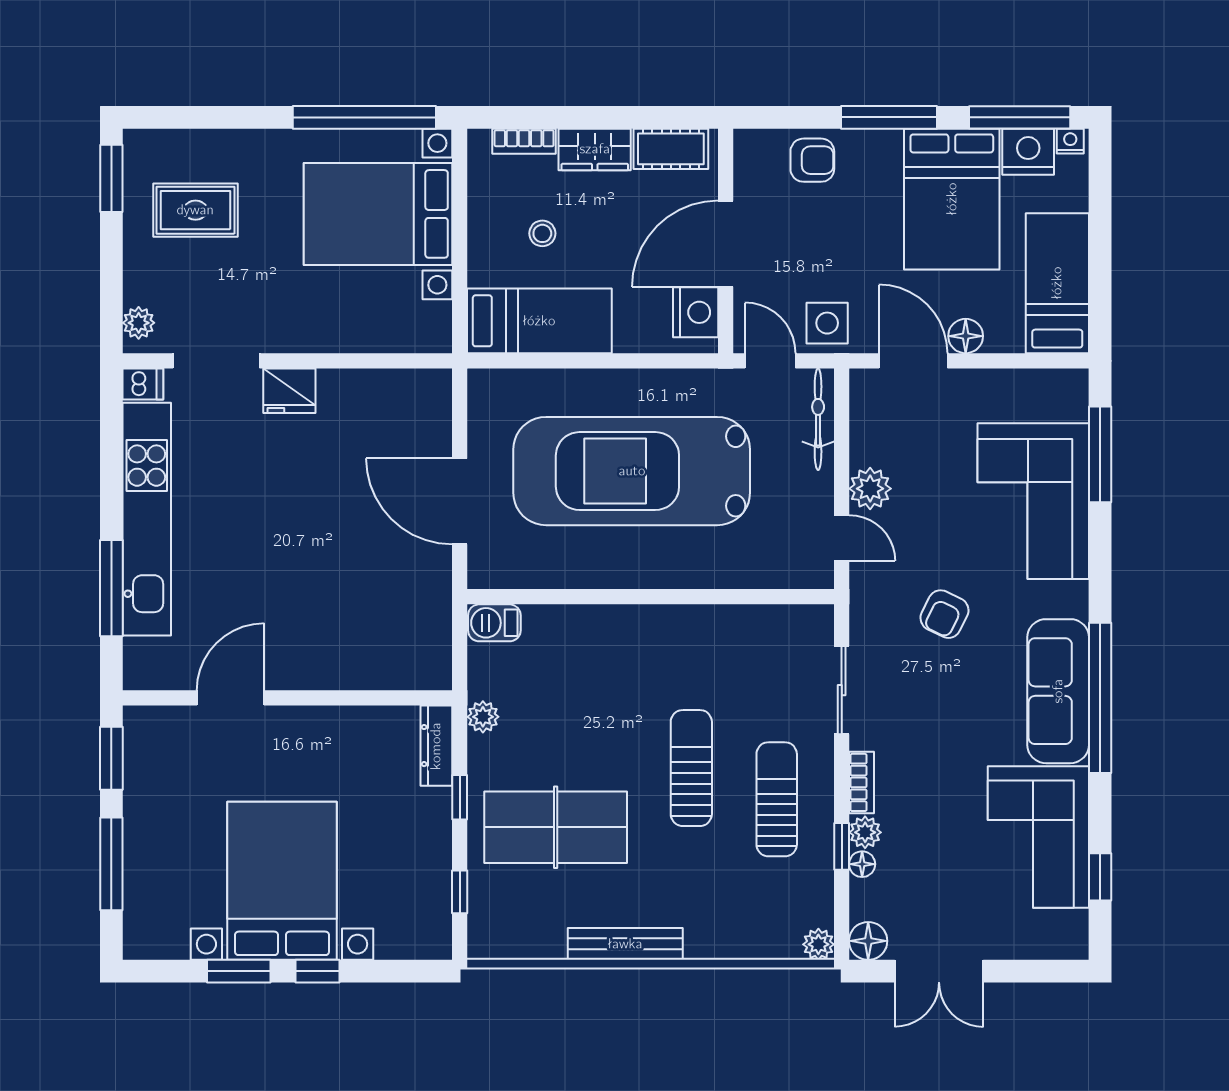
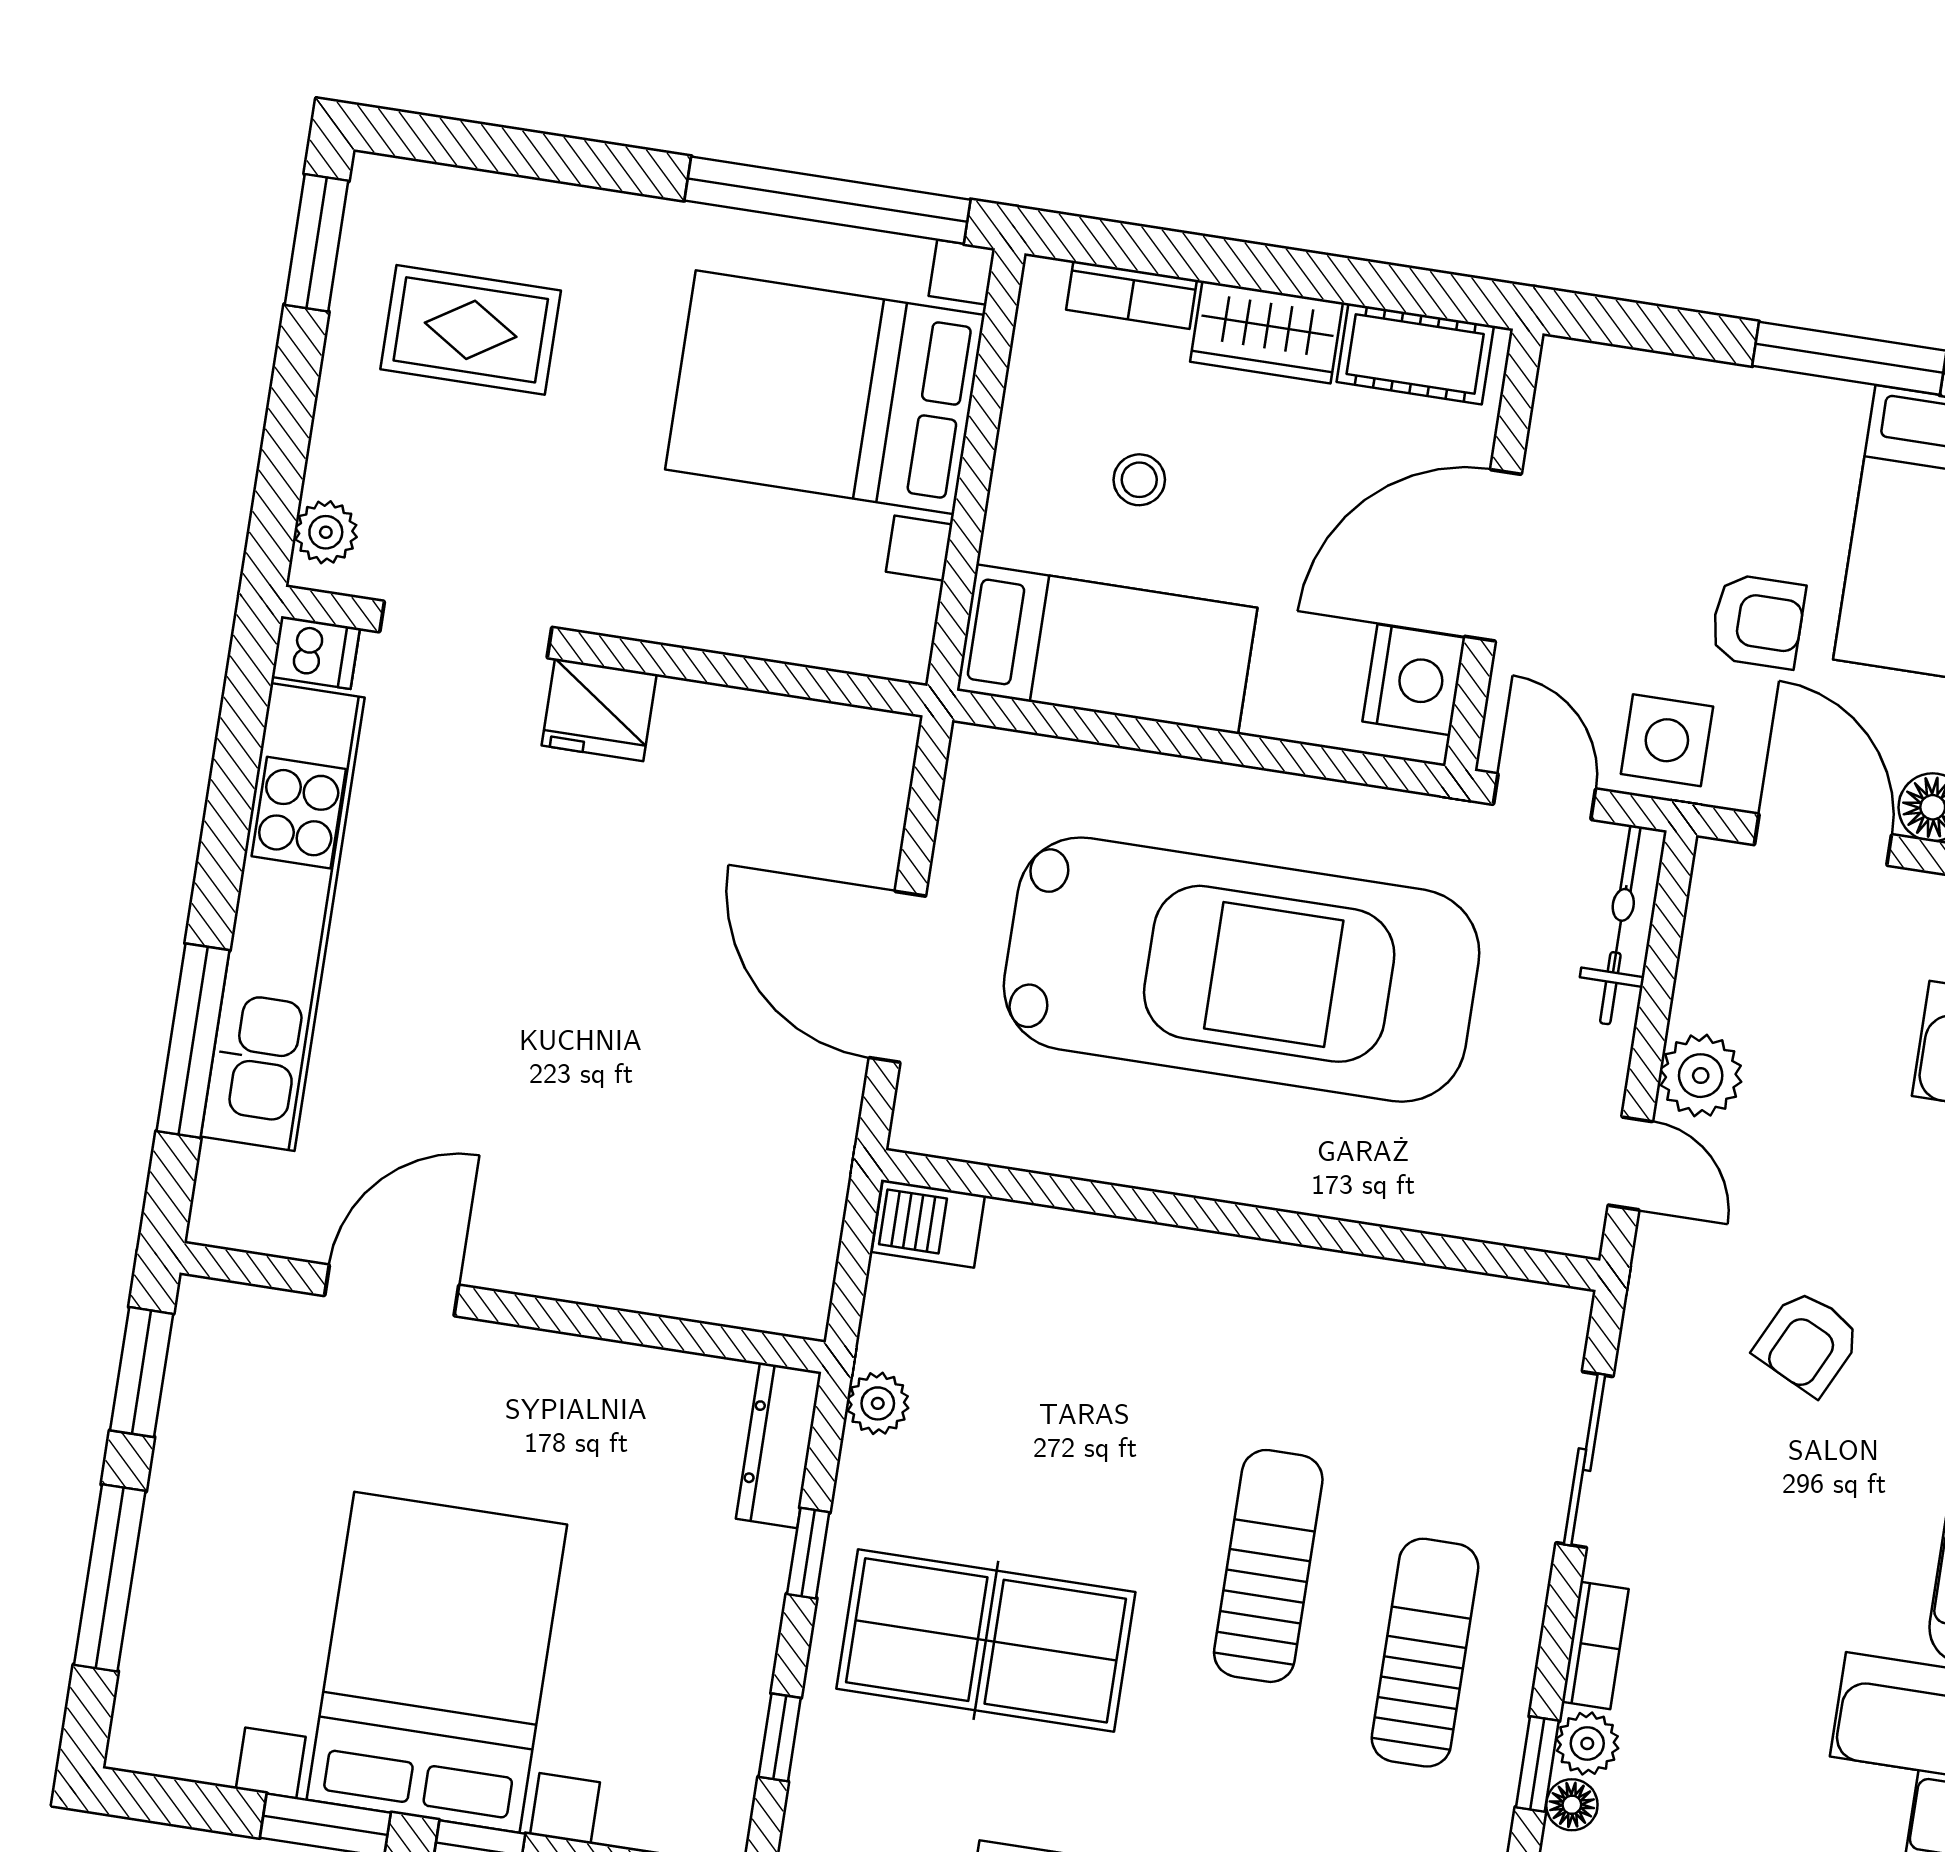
armchair: (812, 160) -> (1758, 621), moved
car: (632, 471) -> (1242, 970), turned 180

